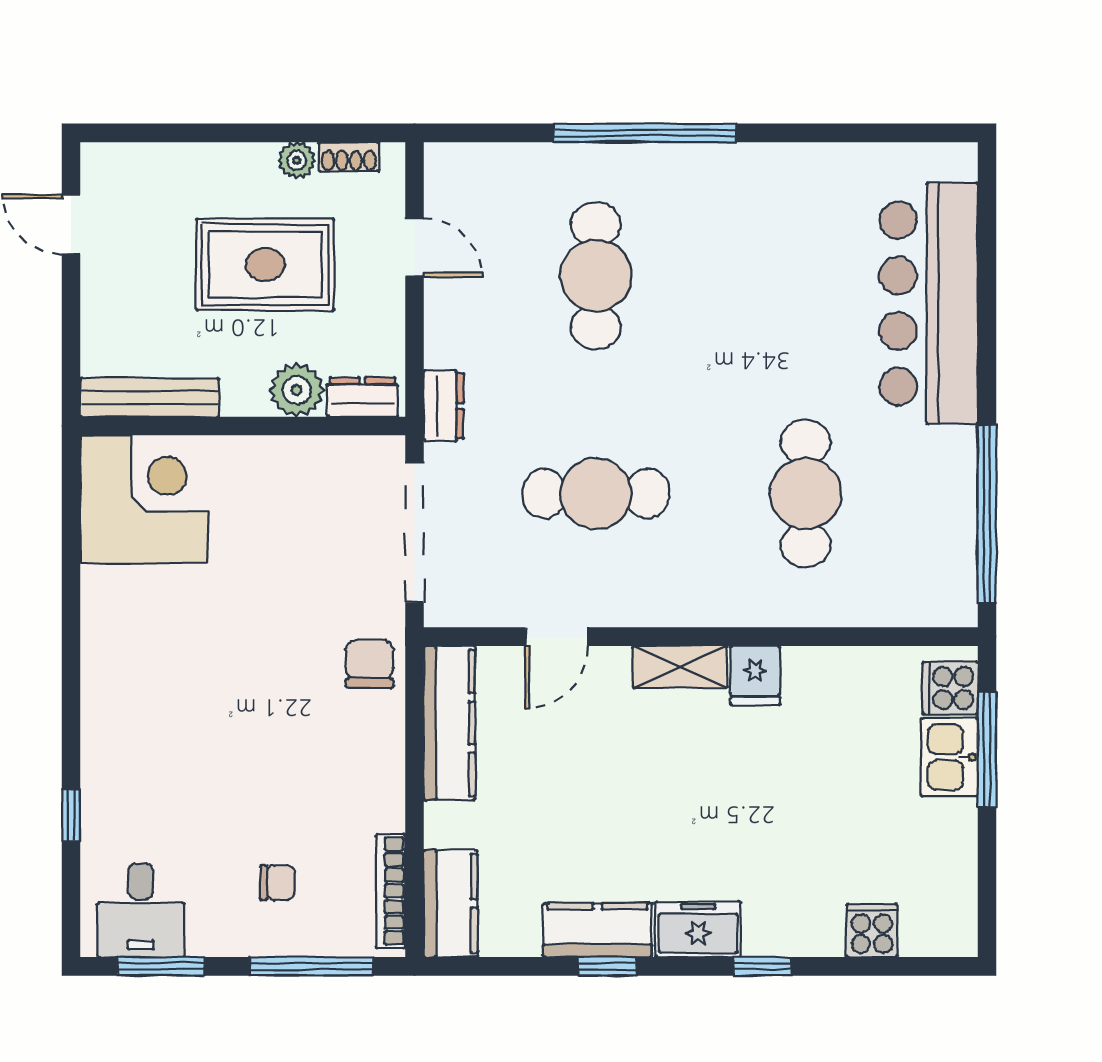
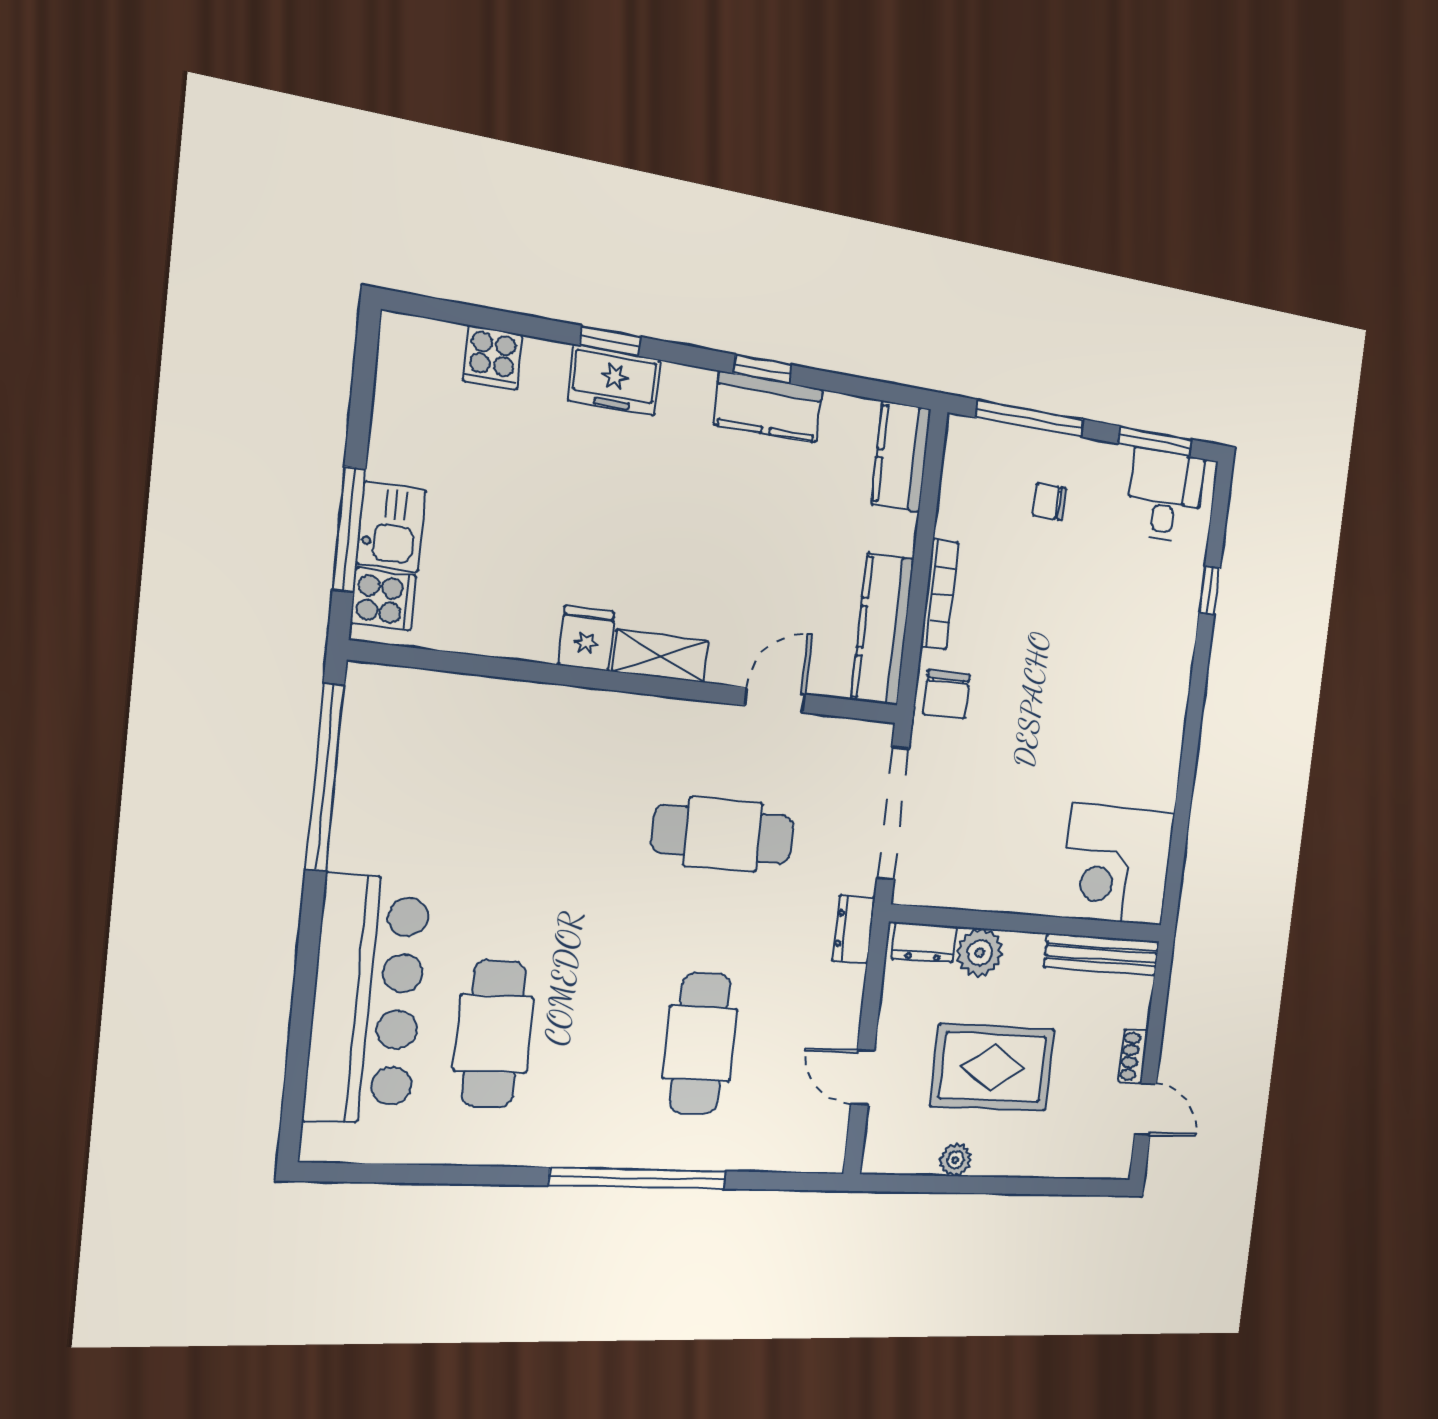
shoe rack: (349, 157) -> (1133, 1056), moved, turned -90
cafe table: (806, 494) -> (494, 1034), moved
bookcase: (391, 891) -> (939, 594), moved
freezer: (698, 929) -> (614, 380), moved

